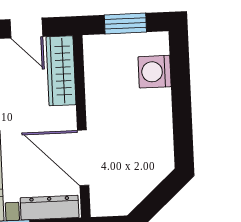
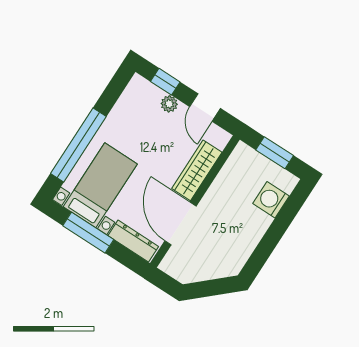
wardrobe: (61, 71) -> (197, 170), moved

